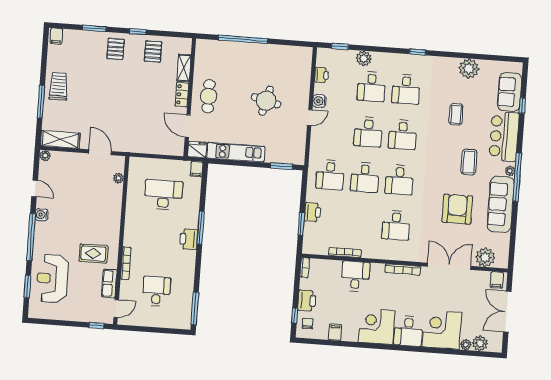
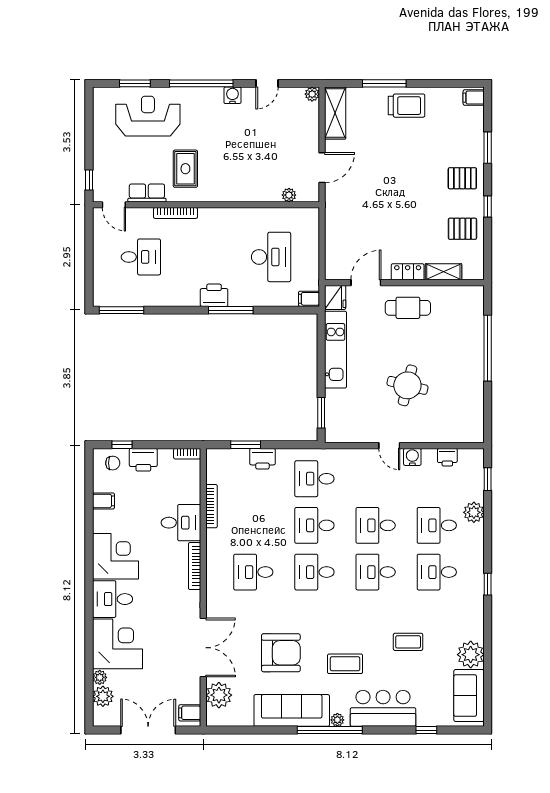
sofa: (510, 92) -> (469, 696), moved, turned -90
bookcase: (403, 269) -> (195, 566), moved

